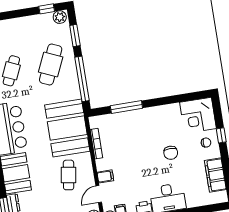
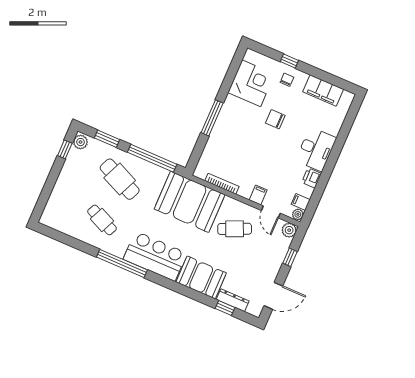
window: (126, 107) -> (212, 118), moved
corner desk: (198, 115) -> (251, 83), moved, turned -90
chair: (171, 153) -> (275, 119), turned 180
cafe table: (69, 175) -> (235, 229), turned -33

